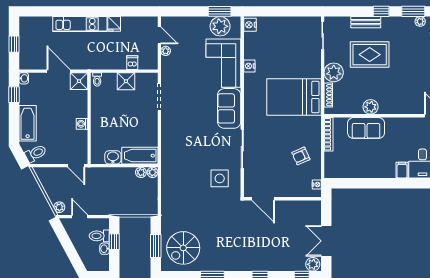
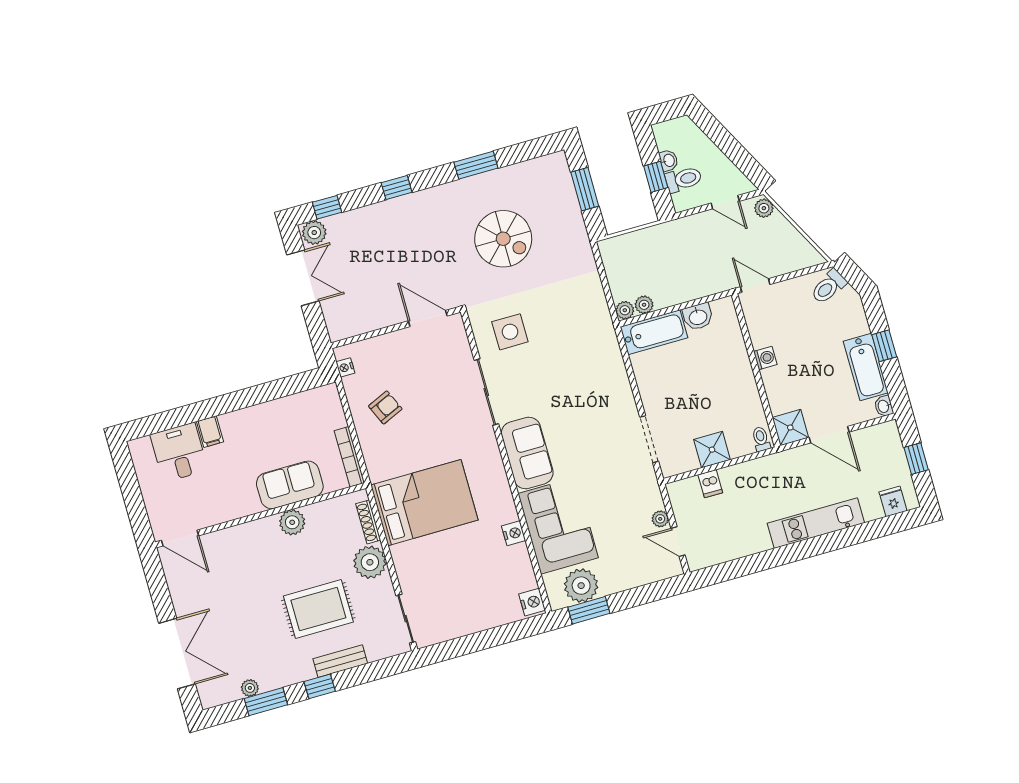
fridge: (114, 24) -> (893, 501), moved
window: (14, 95) -> (884, 346), moved
bathtub: (28, 123) -> (866, 367), moved
spiral stairs: (183, 248) -> (503, 239), moved, turned 90

